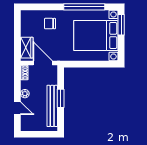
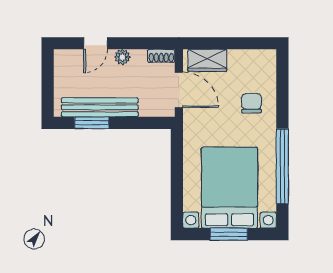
window: (121, 25) -> (229, 234), moved
door: (43, 63) -> (179, 90), hinge flipped
window: (61, 98) -> (92, 123), moved

